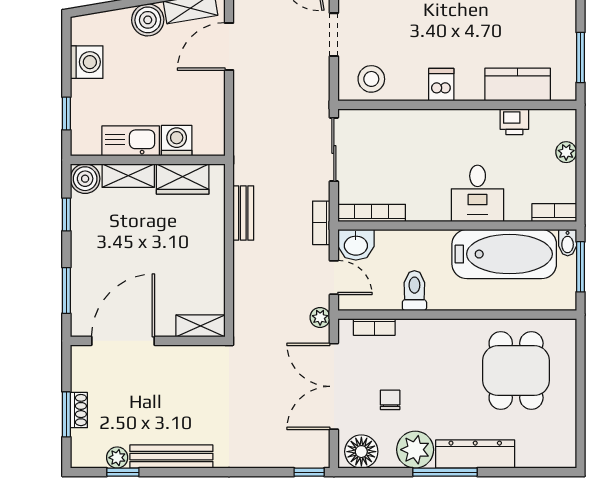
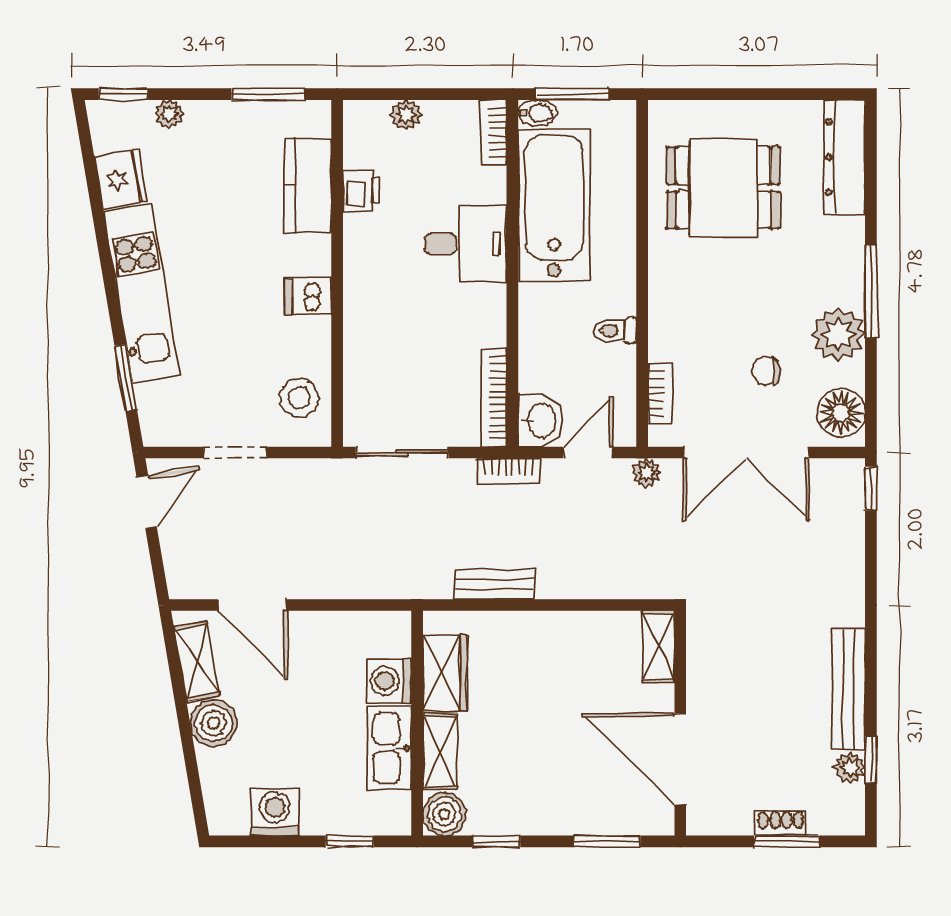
toilet: (414, 291) -> (615, 331), width x0.73, depth x0.72
dresser: (475, 454) -> (845, 157), moved

